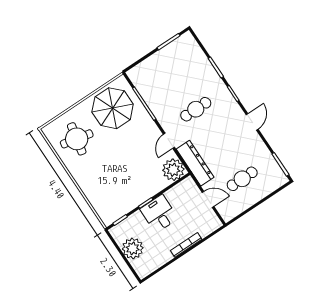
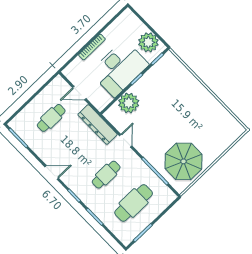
cafe table: (173, 74) -> (134, 203), added
door: (252, 122) -> (52, 172), swing flipped
round table: (77, 139) -> (212, 127), removed
plant: (173, 170) -> (129, 103), moved
desk: (159, 214) -> (119, 68), width x1.87, depth x1.30
plant: (133, 248) -> (148, 42), moved

